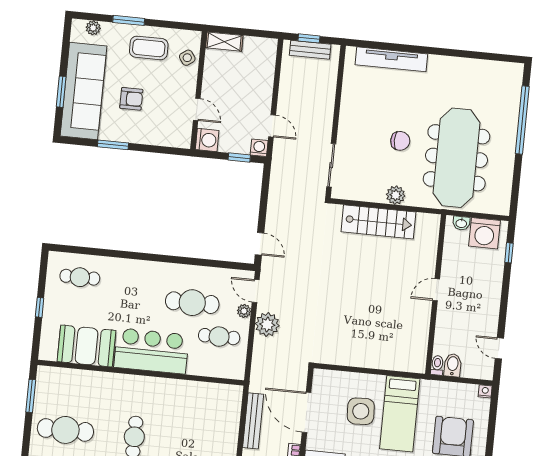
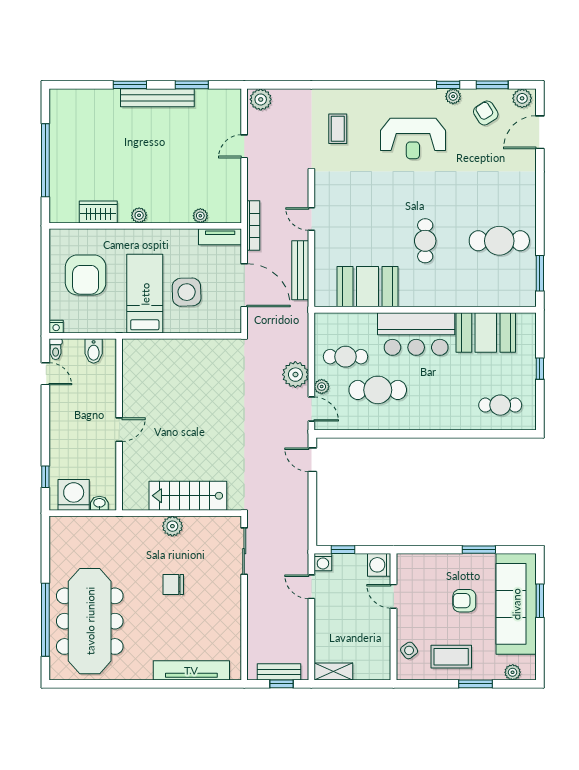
shelving: (224, 42) -> (333, 672), moved
meeting table: (457, 158) -> (90, 621), moved
toilet: (437, 365) -> (56, 349), moved
booth: (192, 400) -> (367, 287), added

